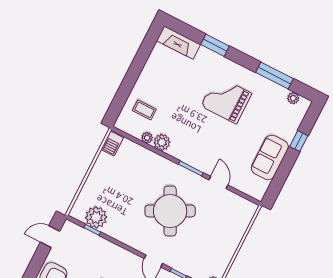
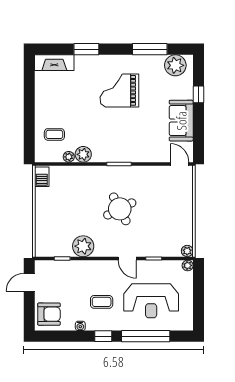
plant: (293, 98) -> (175, 65), width x1.87, depth x1.87
door: (218, 182) -> (180, 164), moved
round table: (170, 211) -> (120, 209), width x0.73, depth x0.73
plant: (96, 217) -> (83, 246), moved

